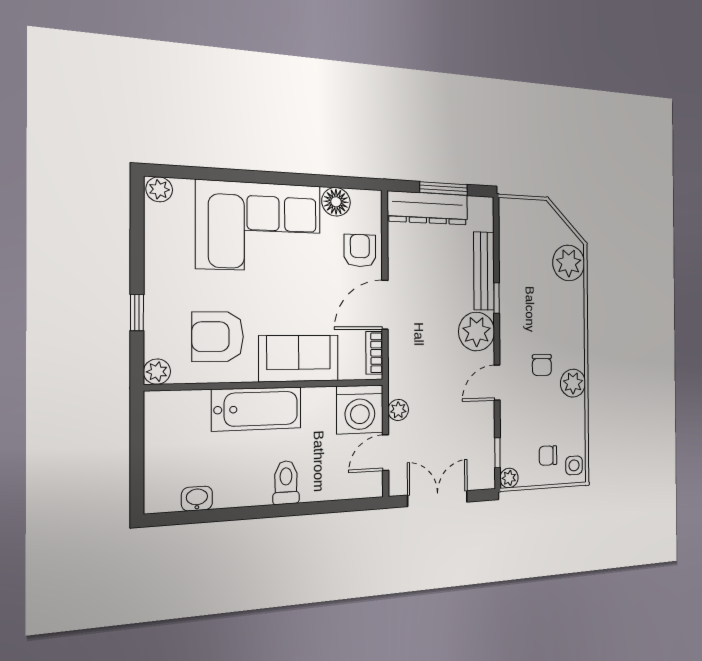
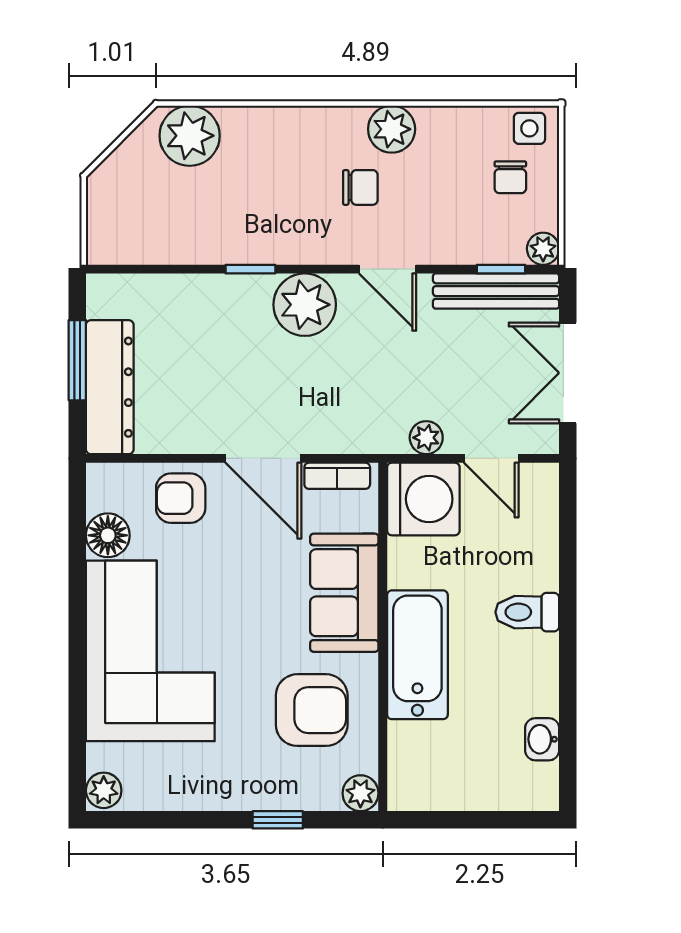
bench: (484, 271) -> (496, 291), moved
armchair: (218, 337) -> (312, 710), turned -90

